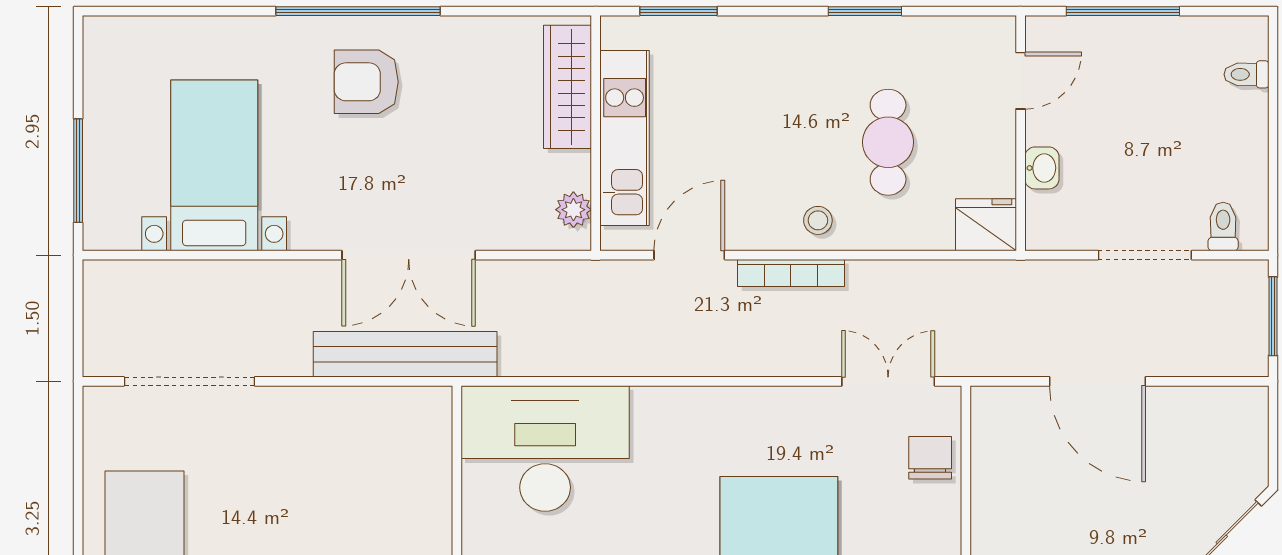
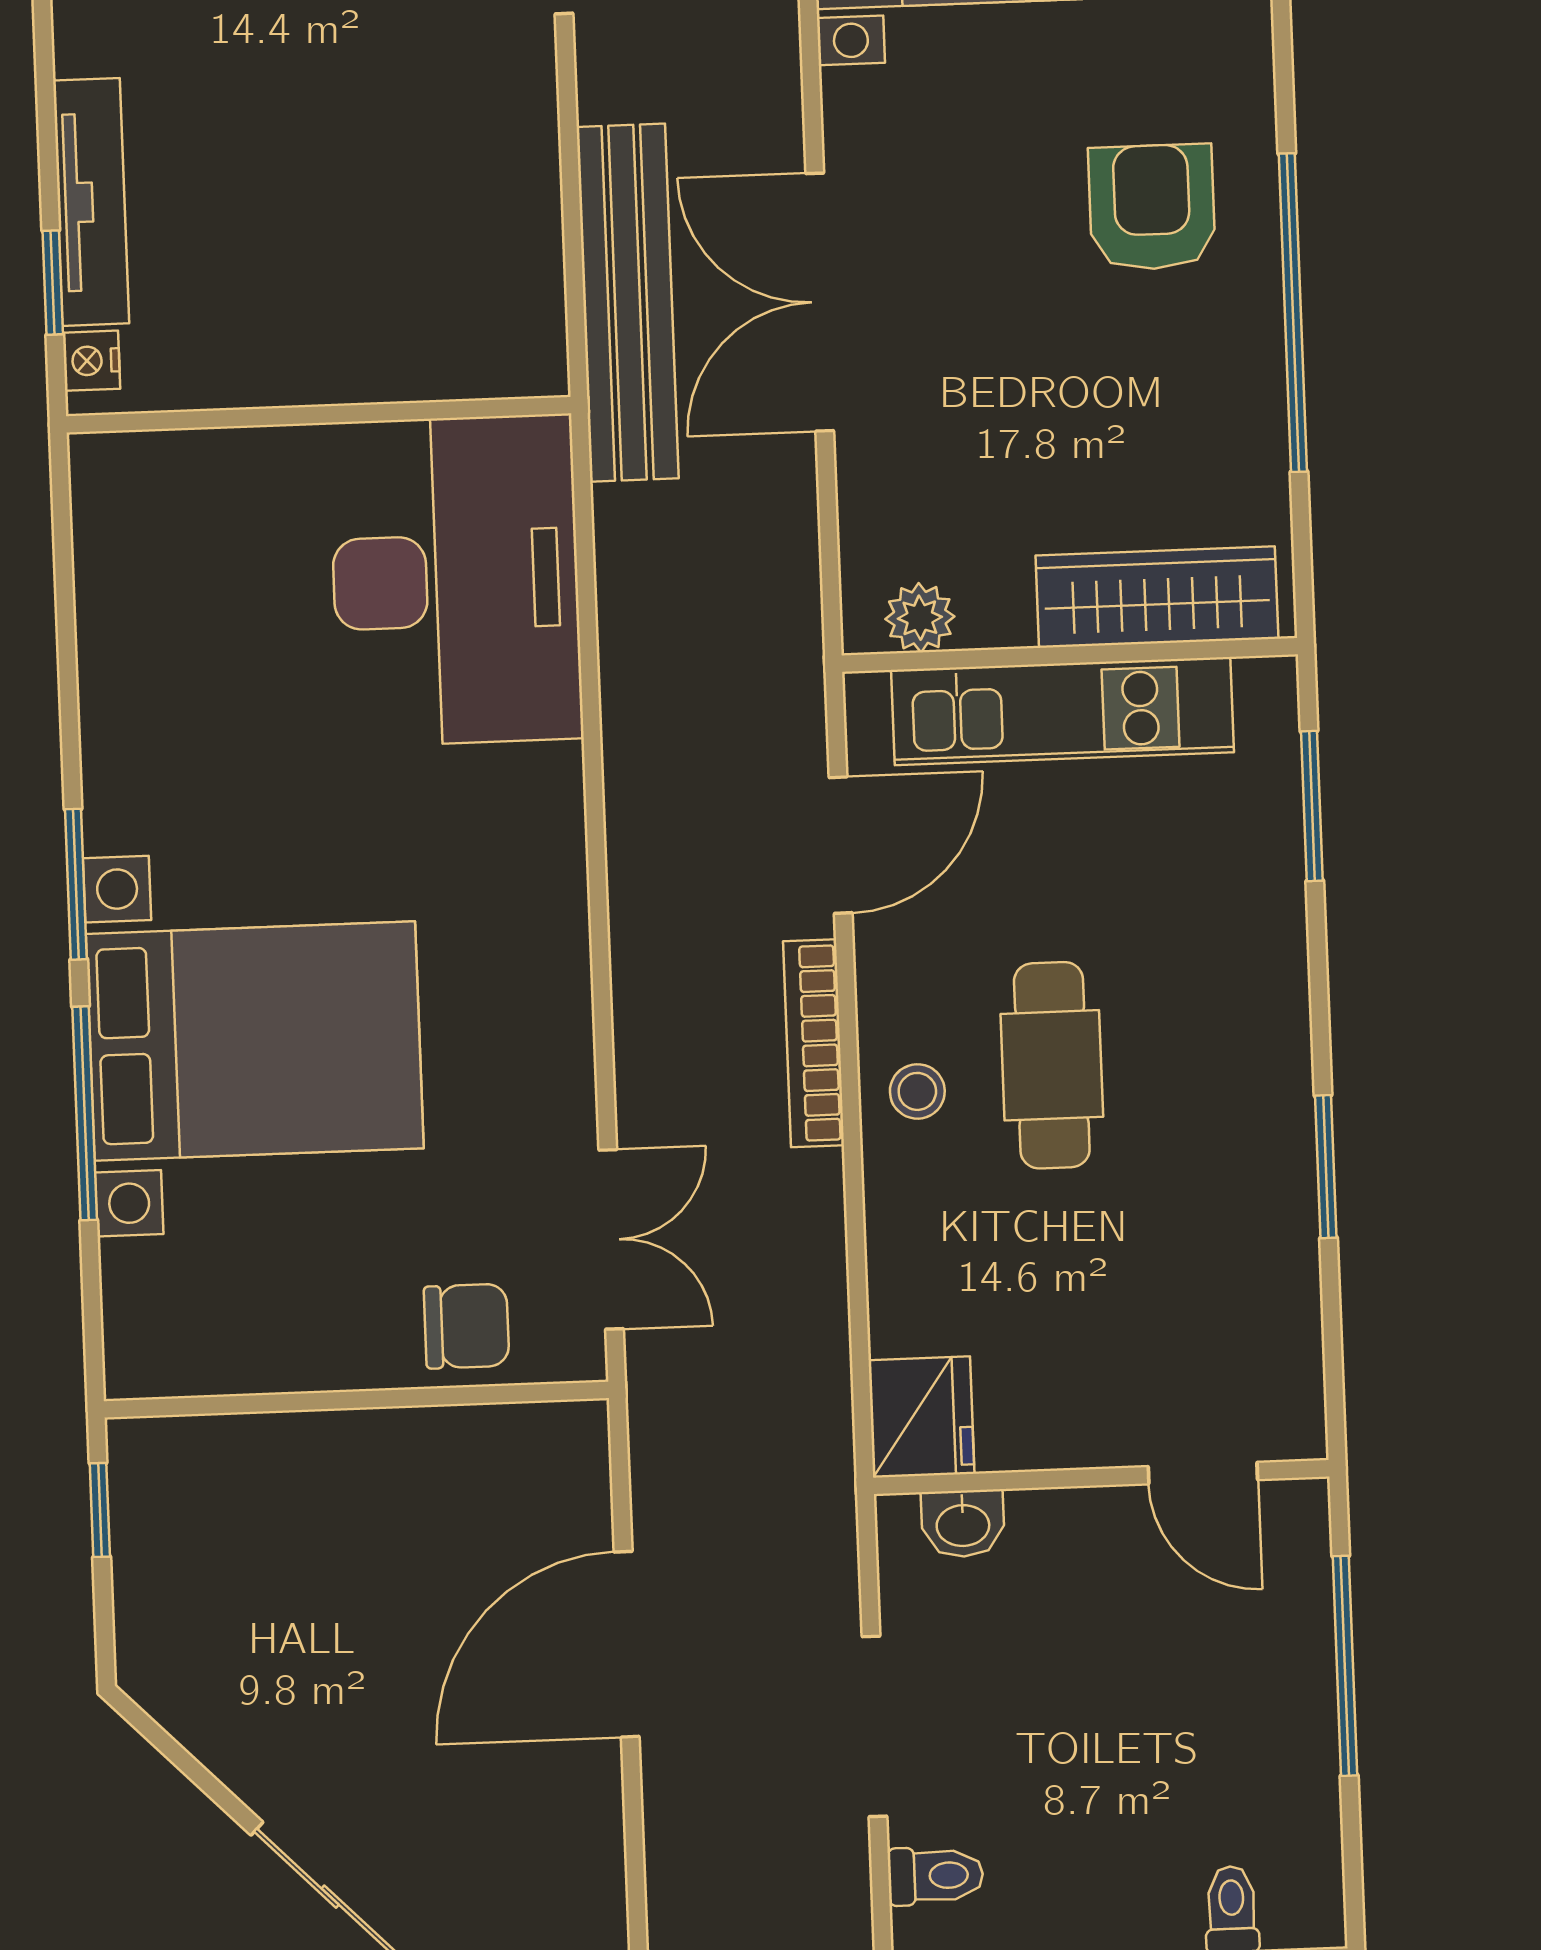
window: (358, 11) -> (1293, 313), moved
cafe table: (888, 142) -> (1052, 1065), moved, turned 90
washbasin: (1042, 168) -> (963, 1524), moved
door: (689, 255) -> (841, 845), hinge flipped

